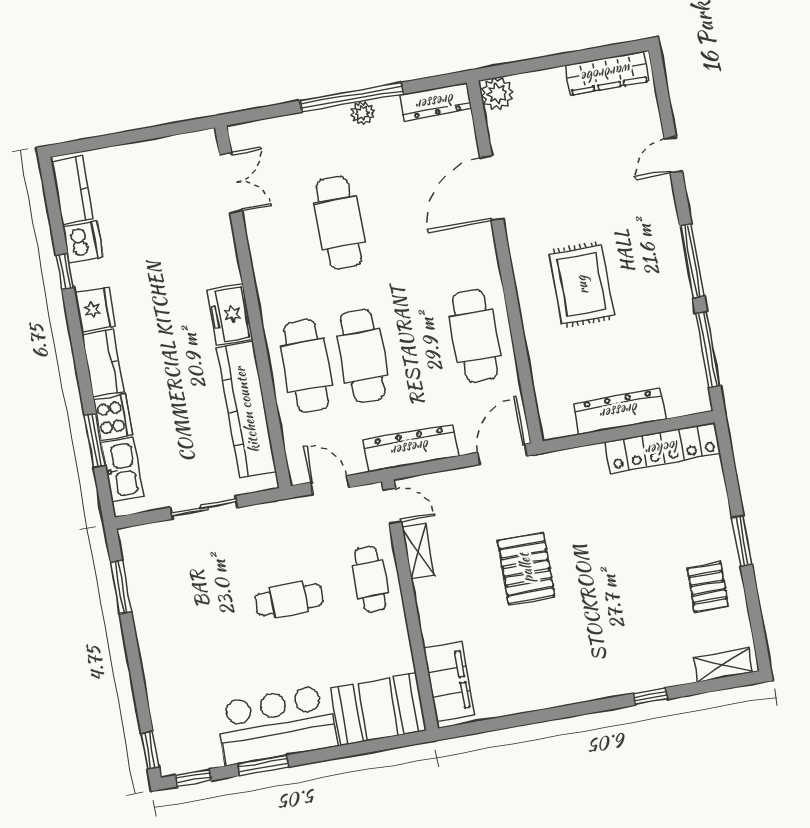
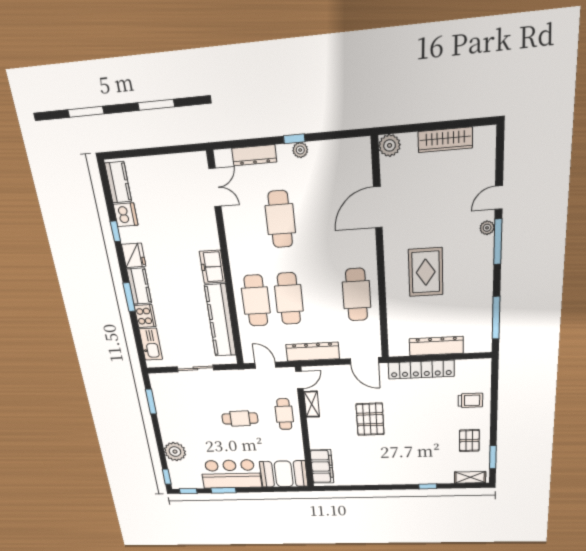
wardrobe: (607, 73) -> (445, 140), moved
window: (352, 97) -> (294, 139), width x0.32
dresser: (436, 102) -> (254, 155), moved
plant: (665, 203) -> (487, 228), added
window: (692, 261) -> (498, 242), moved
window: (95, 440) -> (129, 297), moved
locker: (663, 448) -> (421, 370), moved
door: (502, 454) -> (364, 361), swing flipped
door: (392, 506) -> (299, 380), hinge flipped
trolley: (695, 507) -> (470, 400), added
window: (742, 541) -> (493, 457), moved
plant: (167, 690) -> (175, 452), added

